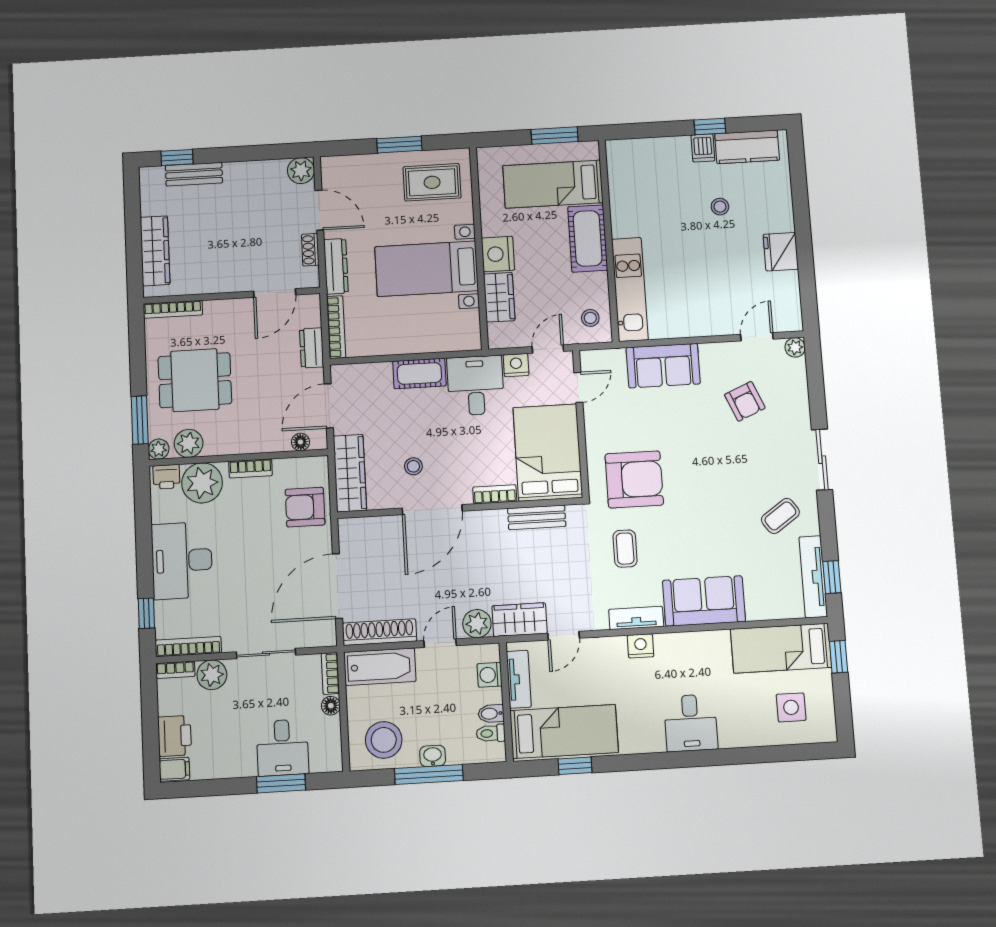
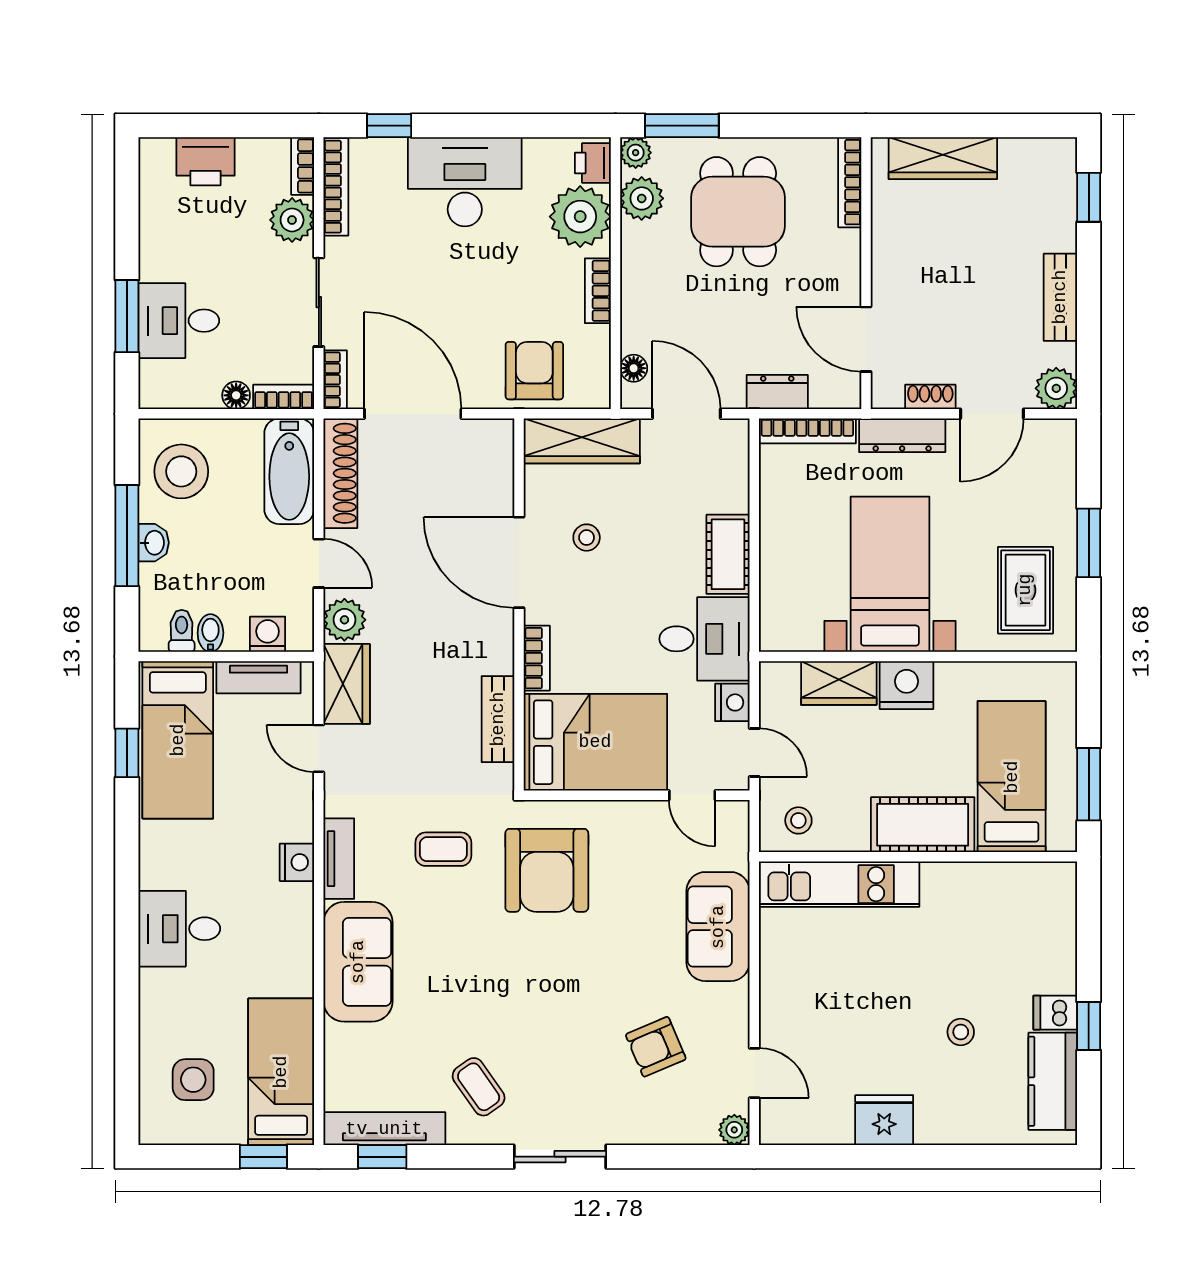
bench: (194, 174) -> (1060, 297), moved
bookcase: (317, 639) -> (335, 380), added
filing cabinet: (174, 769) -> (157, 159), removed

